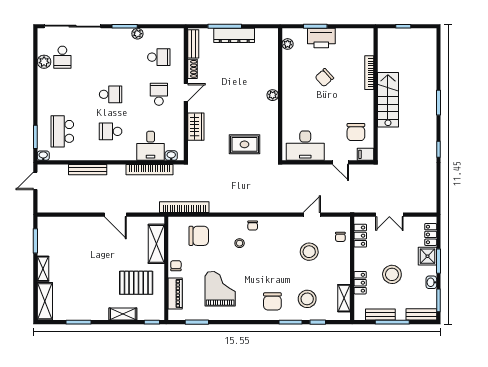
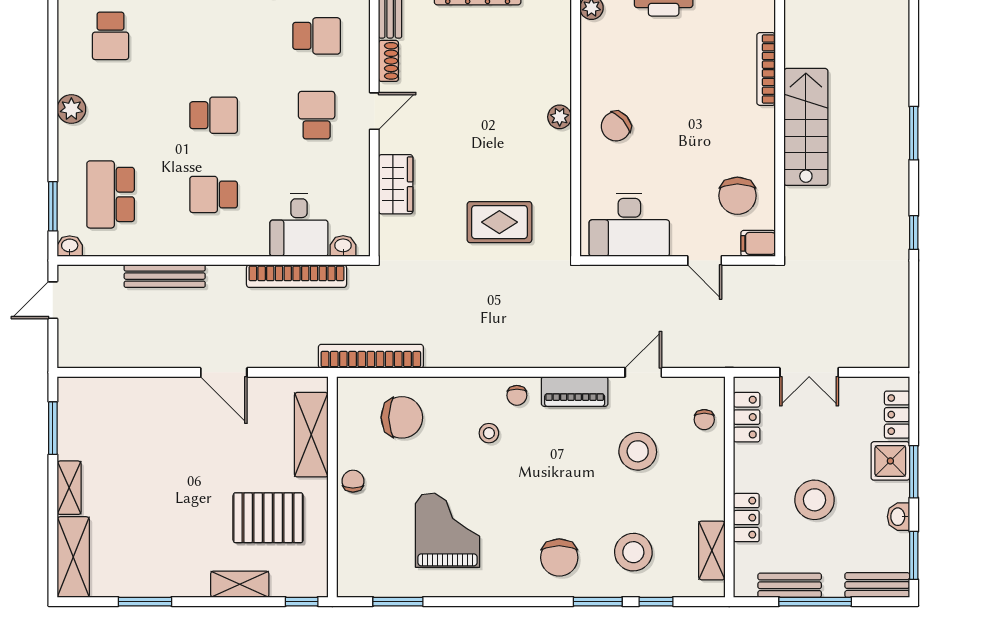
plant: (44, 62) -> (71, 109), moved
chair: (324, 78) -> (616, 126), moved
piano: (175, 294) -> (575, 391), moved, turned 90

